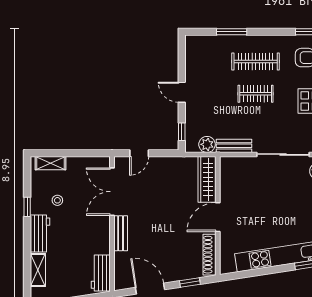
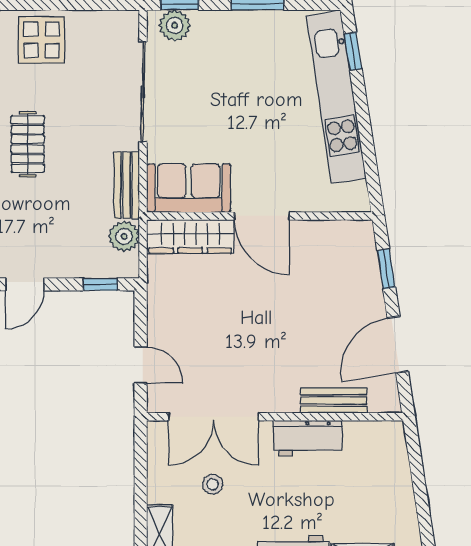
sofa: (232, 178) -> (189, 188), added
stool: (57, 200) -> (213, 484), moved
bench: (121, 233) -> (334, 400), moved
shoe rack: (210, 255) -> (333, 232), removed
workbench: (101, 273) -> (308, 438), moved

